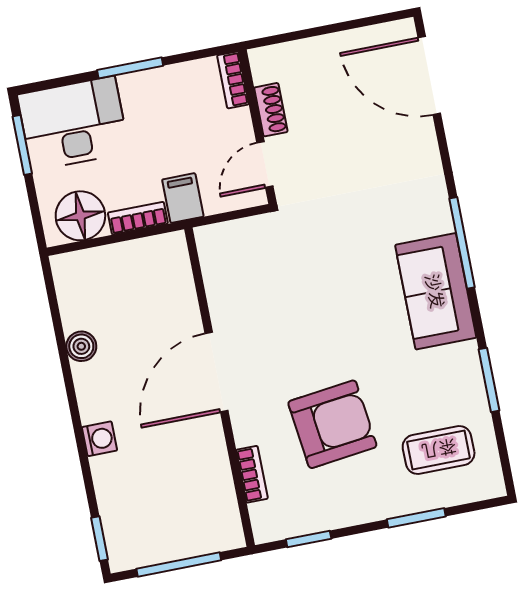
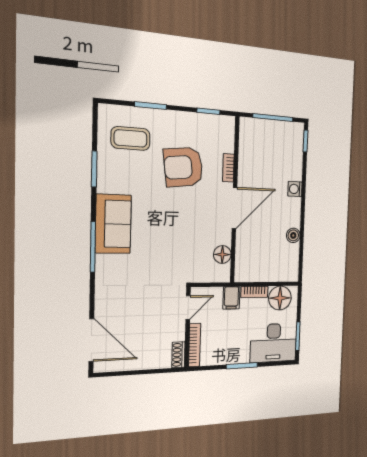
bookcase: (233, 80) -> (195, 345), width x1.56
shoe rack: (271, 110) -> (178, 355), moved
floor lamp: (220, 278) -> (222, 254), added
bookcase: (252, 474) -> (228, 168), moved

